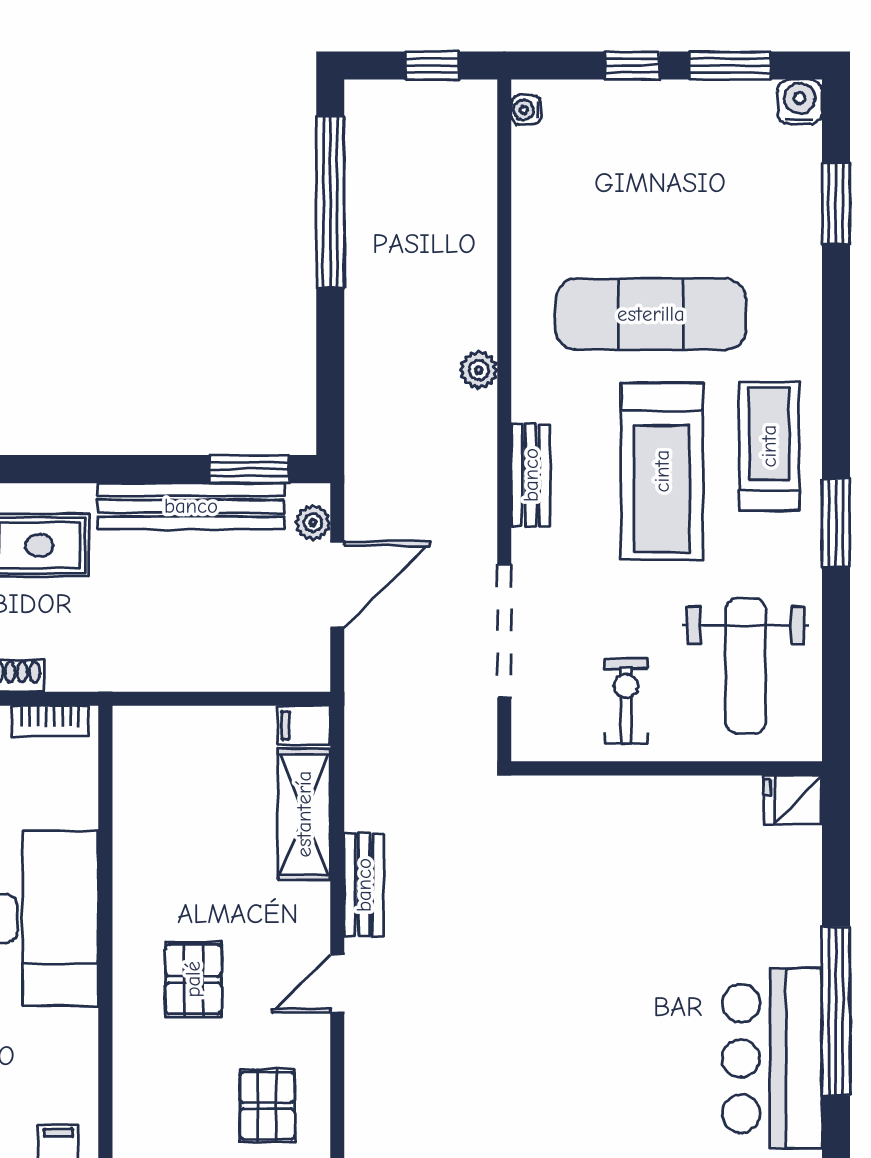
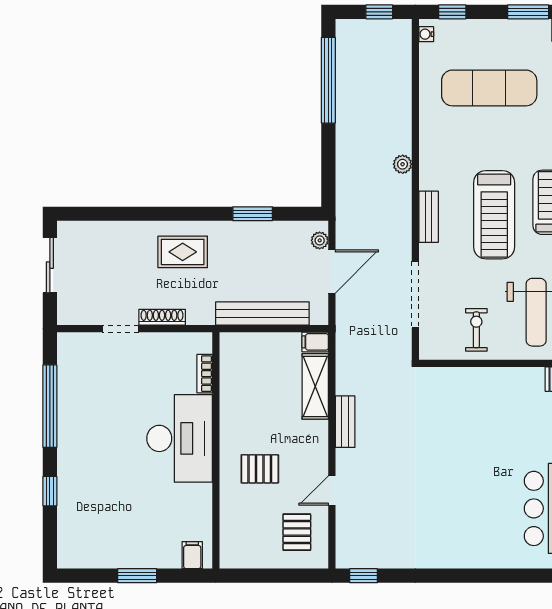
window: (632, 66) -> (452, 12), moved
exercise mat: (651, 314) -> (489, 88), moved
window: (249, 469) -> (253, 214), moved
bench: (191, 506) -> (262, 313), moved
bookcase: (50, 721) -> (205, 374), moved, turned 90
pallet: (193, 979) -> (260, 469), turned 90
door: (337, 984) -> (332, 490), moved

